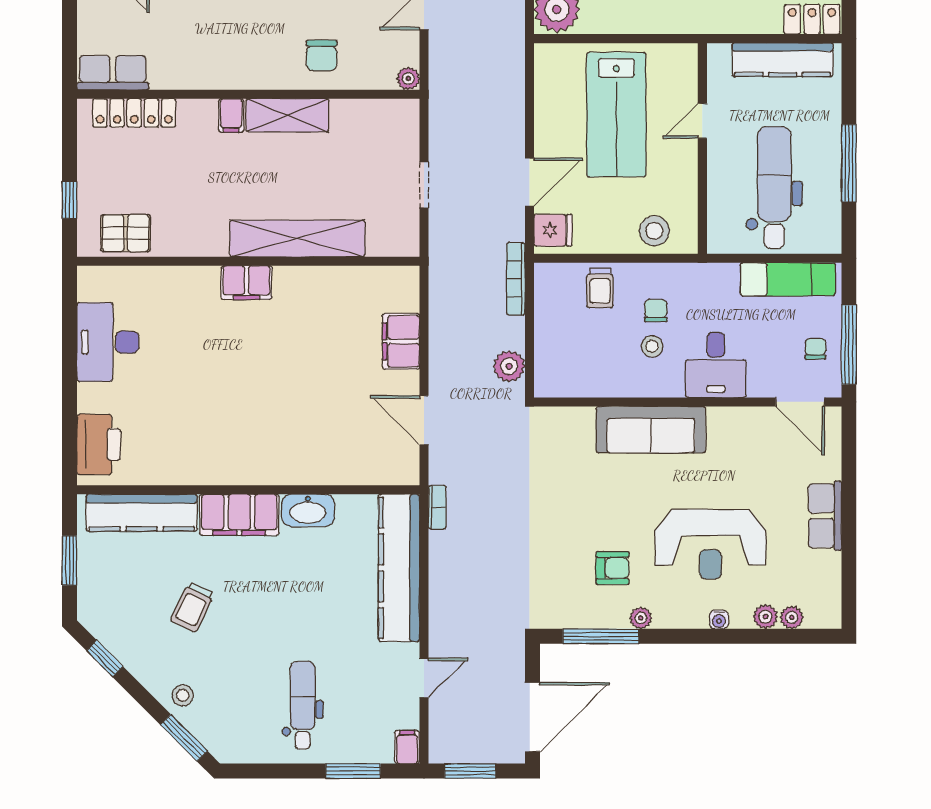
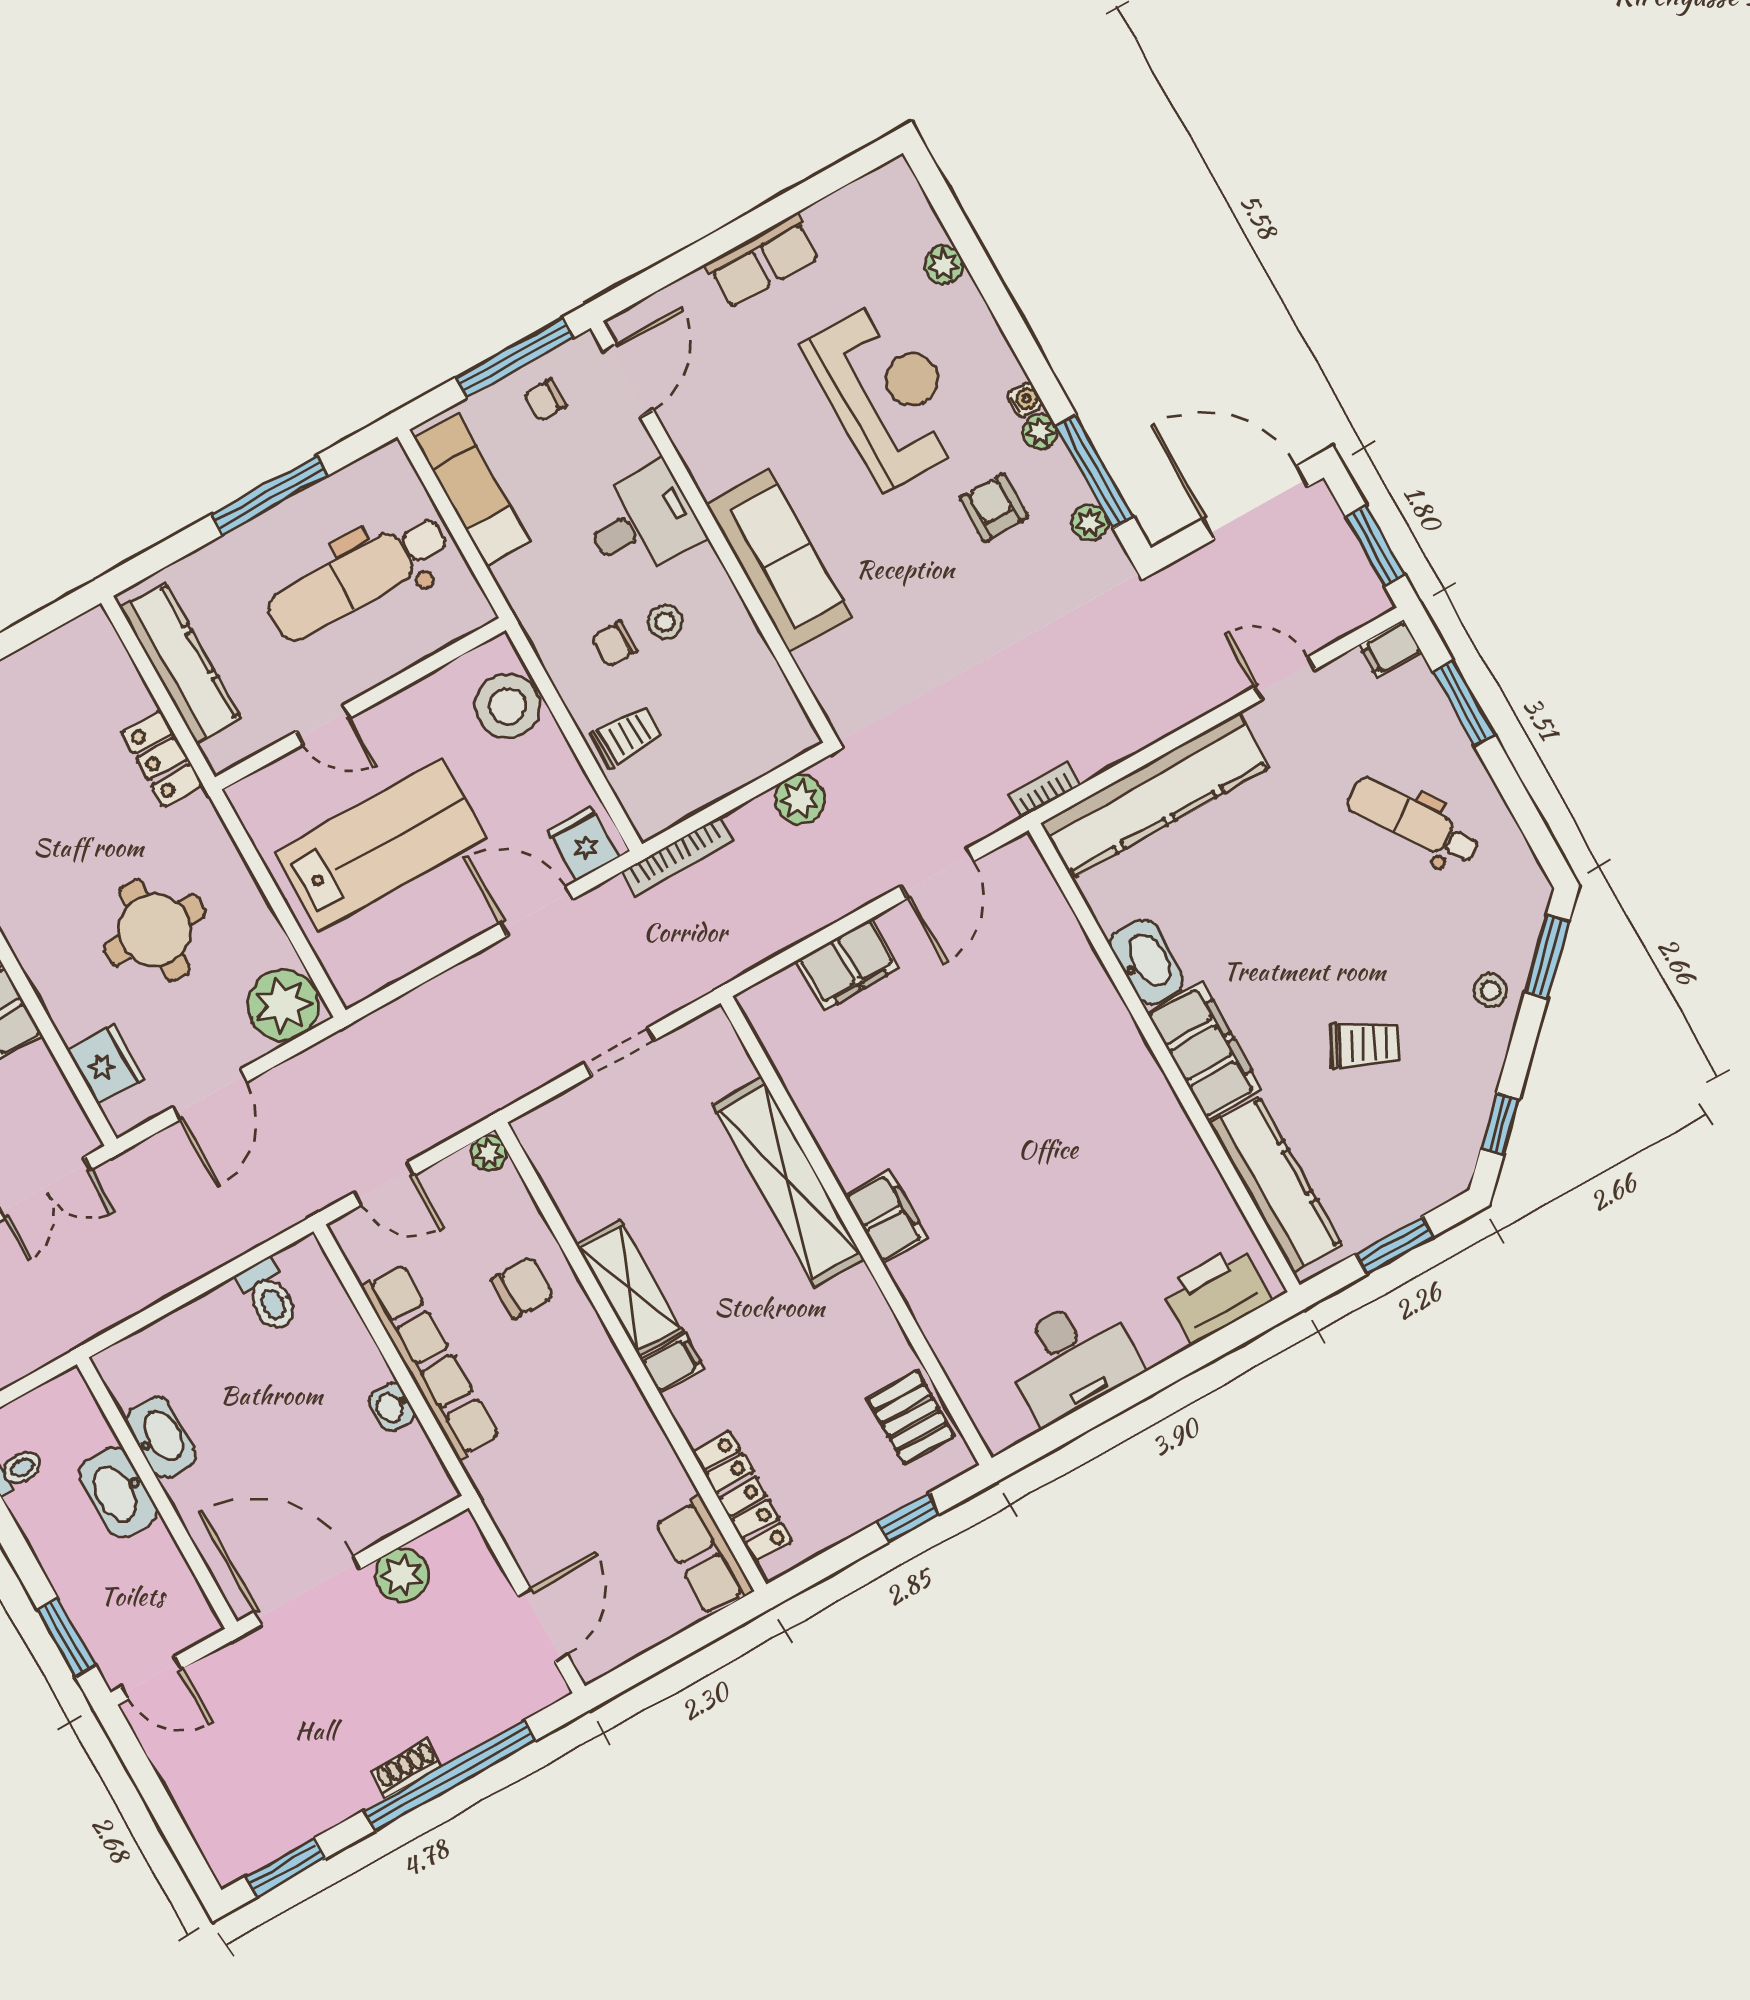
locker: (812, 19) -> (162, 759), moved
stool: (654, 231) -> (508, 706), width x1.38, depth x1.38
plant: (792, 617) -> (1090, 522), moved
water cooler: (719, 620) -> (1025, 400), moved
dental chair: (303, 705) -> (1413, 822), turned 56

